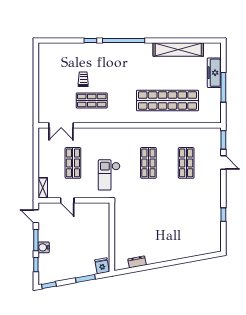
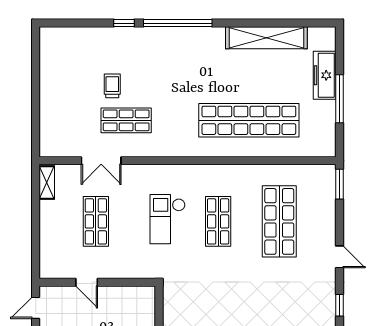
double door: (61, 125) -> (101, 161), moved
shop shelf: (186, 163) -> (279, 221), width x1.43, depth x1.36
door: (223, 163) -> (339, 257), moved
checkout: (109, 175) -> (168, 219), moved
shelving: (43, 188) -> (47, 182), moved
door: (36, 216) -> (36, 308), hinge flipped

